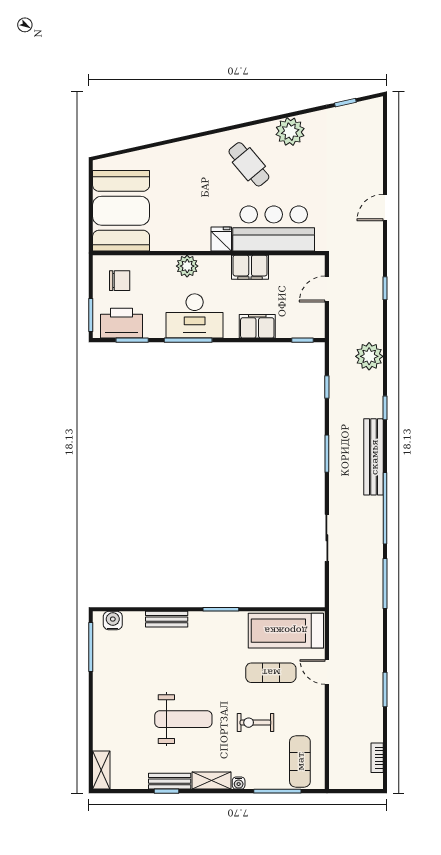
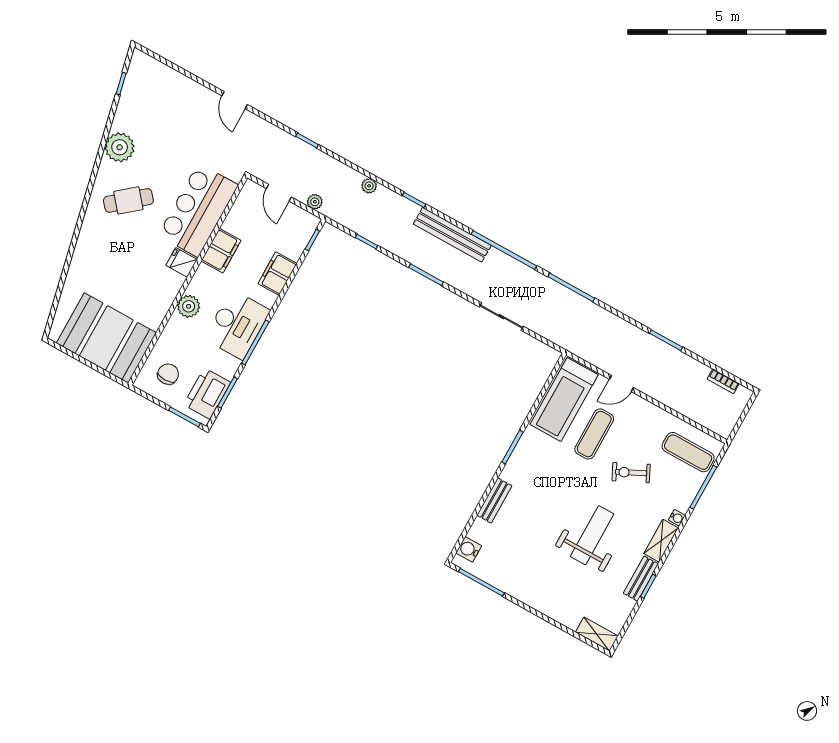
plant: (336, 324) -> (315, 202), added
plant: (369, 356) -> (369, 186), width x0.53, depth x0.53
exercise bike: (255, 723) -> (631, 473), turned 64

